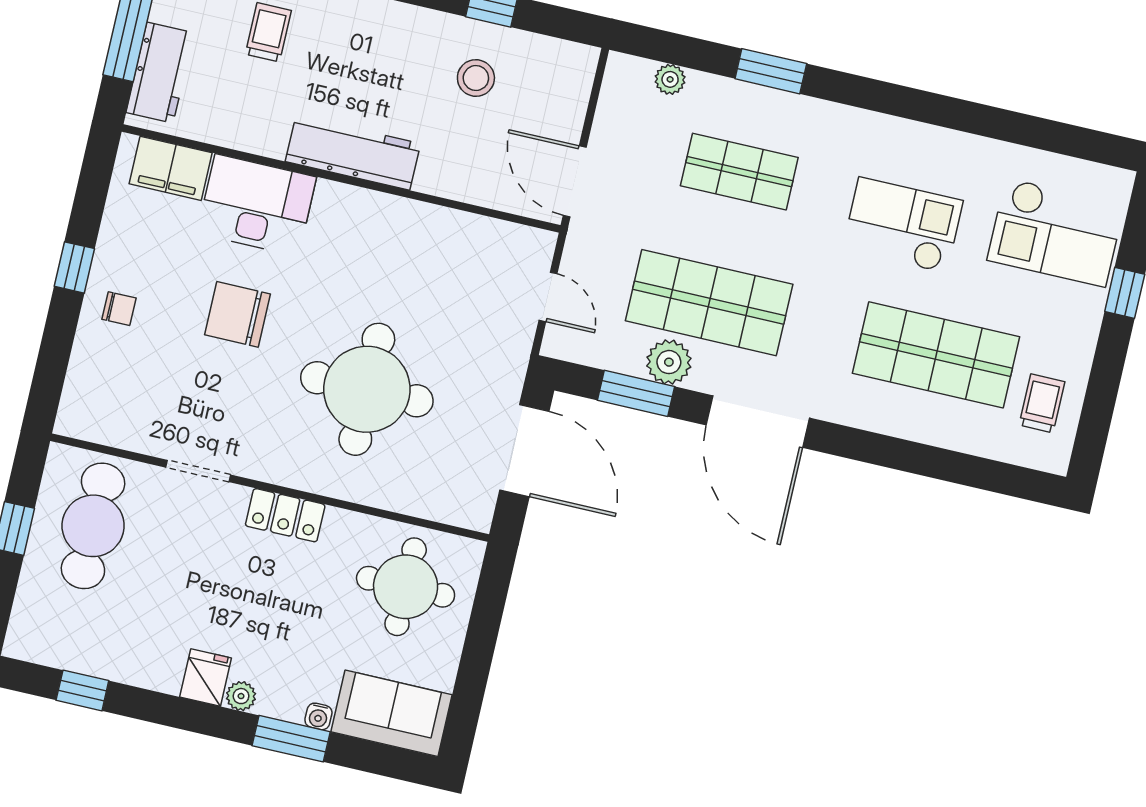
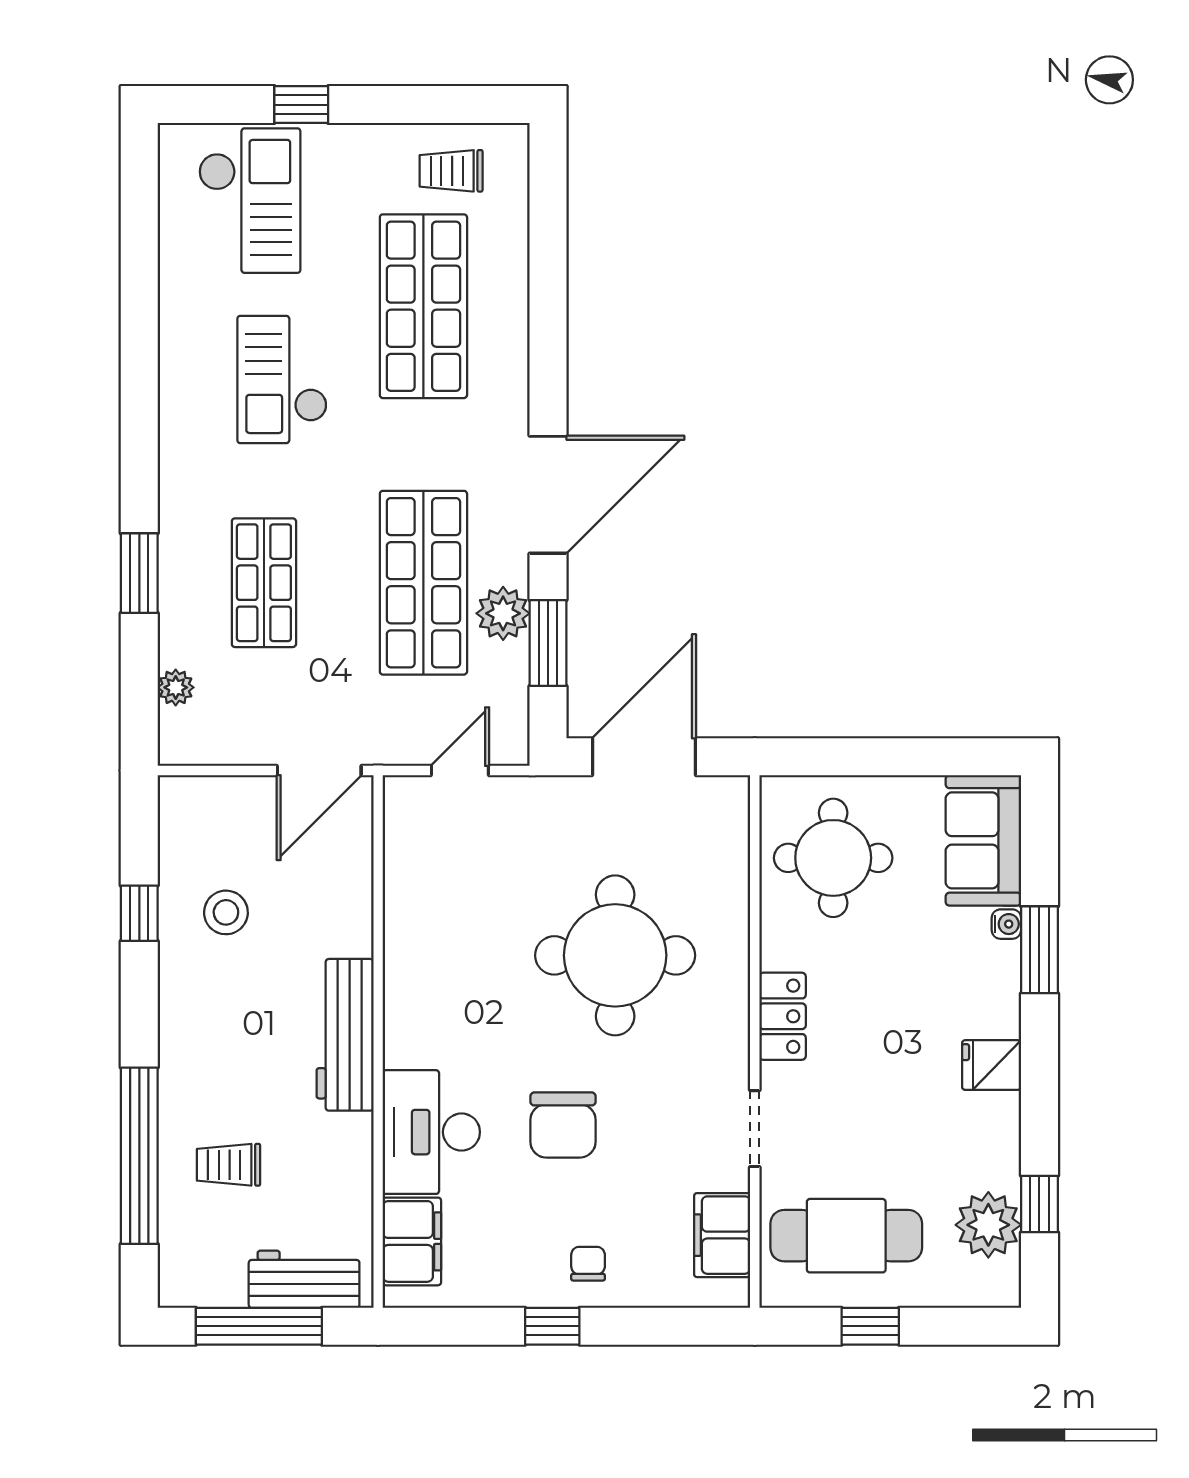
filing cabinet: (117, 424) -> (722, 1235), added
plant: (241, 696) -> (988, 1225), moved, width x1.88, depth x1.88

